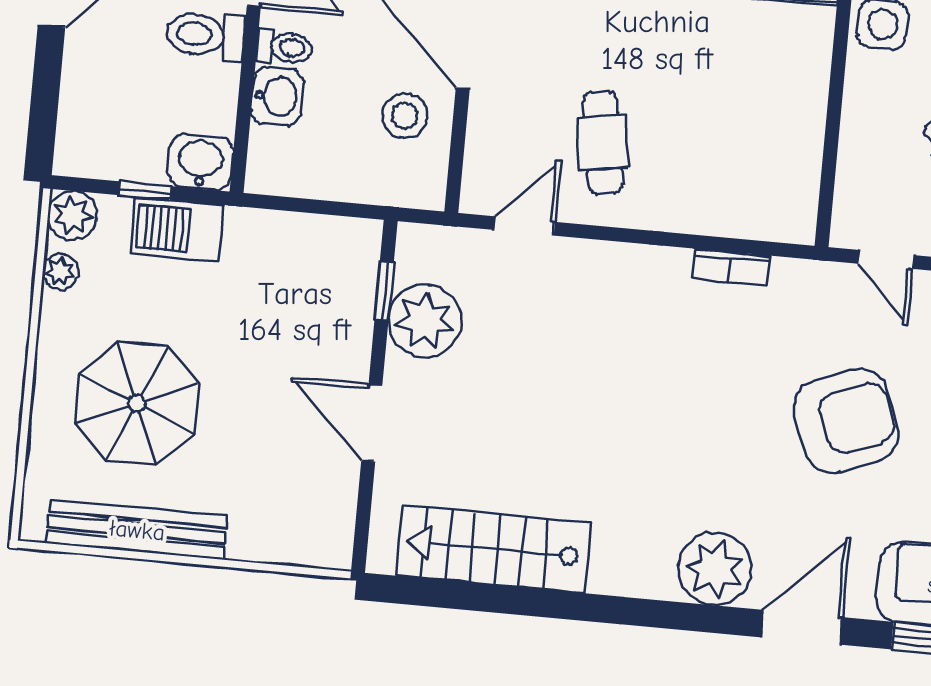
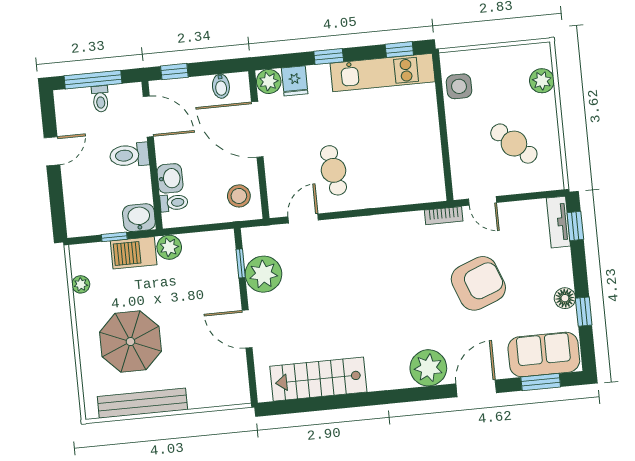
toilet: (284, 47) -> (174, 203), moved
stool: (405, 116) -> (239, 196), moved
plant: (72, 216) -> (169, 247), moved
bookcase: (731, 267) -> (444, 216), moved

